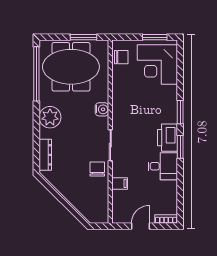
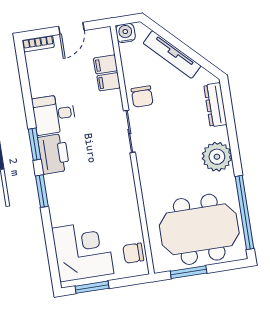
water cooler: (102, 109) -> (125, 33), moved, turned 90
tv unit: (71, 196) -> (172, 55), added
filing cabinet: (120, 196) -> (105, 64), added

